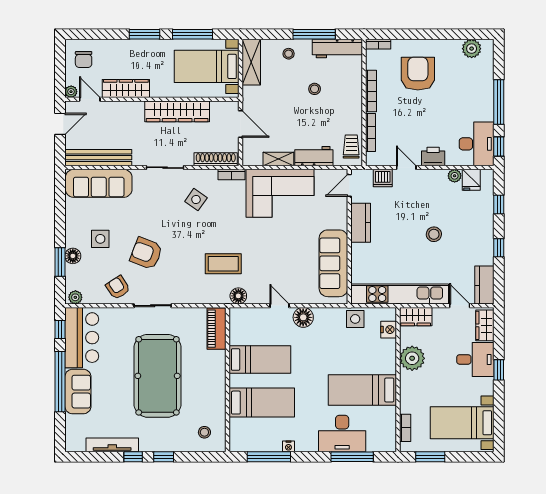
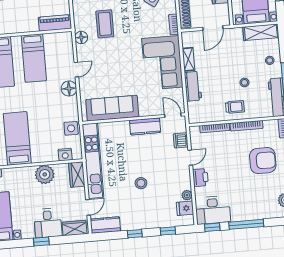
trolley: (351, 146) -> (235, 107), moved

